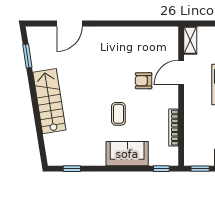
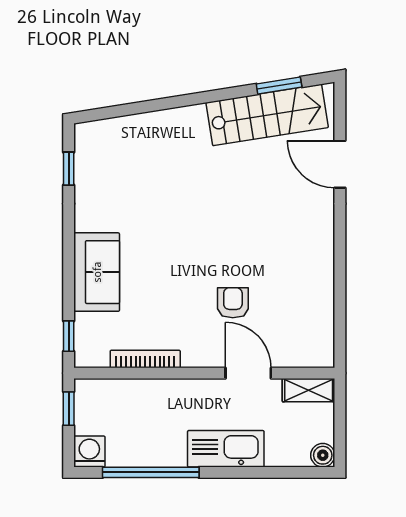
stairs: (49, 101) -> (267, 115), moved
coffee table: (118, 114) -> (171, 256), removed

